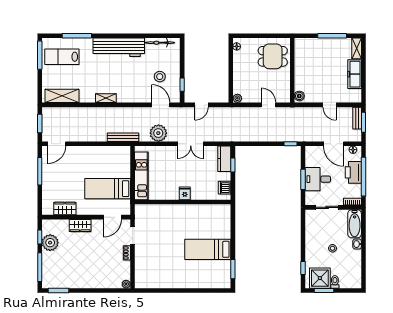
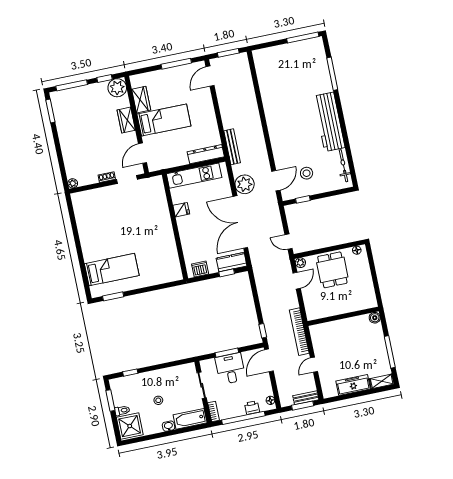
dining table: (273, 56) -> (332, 270), moved
lab bench: (62, 57) -> (306, 62), removed
shelving: (62, 96) -> (263, 71), removed
boiler: (299, 96) -> (375, 318), moved
shelving: (106, 98) -> (271, 119), removed
door: (201, 105) -> (288, 242), moved
door: (269, 105) -> (297, 281), moved
bookcase: (298, 112) -> (299, 332), added
door: (57, 144) -> (210, 76), hinge flipped
double door: (191, 144) -> (240, 222), width x1.87
door: (333, 144) -> (269, 360), moved
dresser: (125, 162) -> (206, 154), added
printer: (353, 172) -> (252, 408), width x0.53, depth x0.68
bed: (108, 189) -> (164, 120), moved, turned 90
fridge: (185, 193) -> (181, 210), moved
door: (112, 217) -> (143, 153), hinge flipped
plant: (50, 243) -> (117, 88), moved
bed: (208, 249) -> (112, 270), moved, turned 90
shower: (320, 278) -> (130, 426), moved

